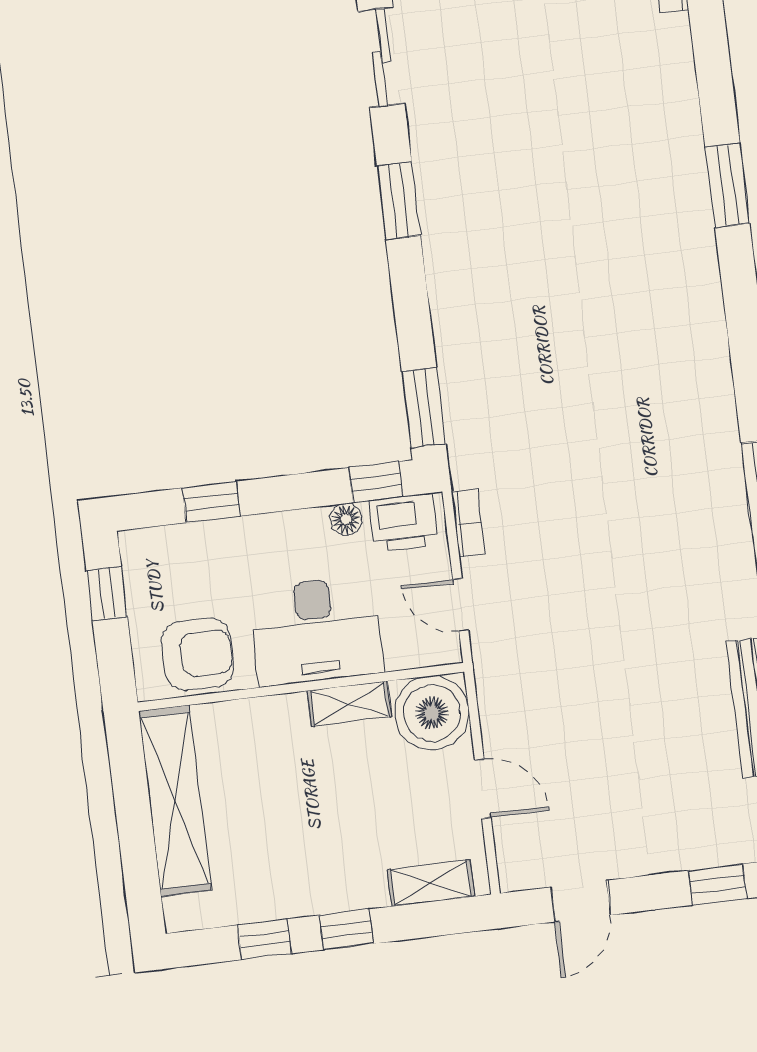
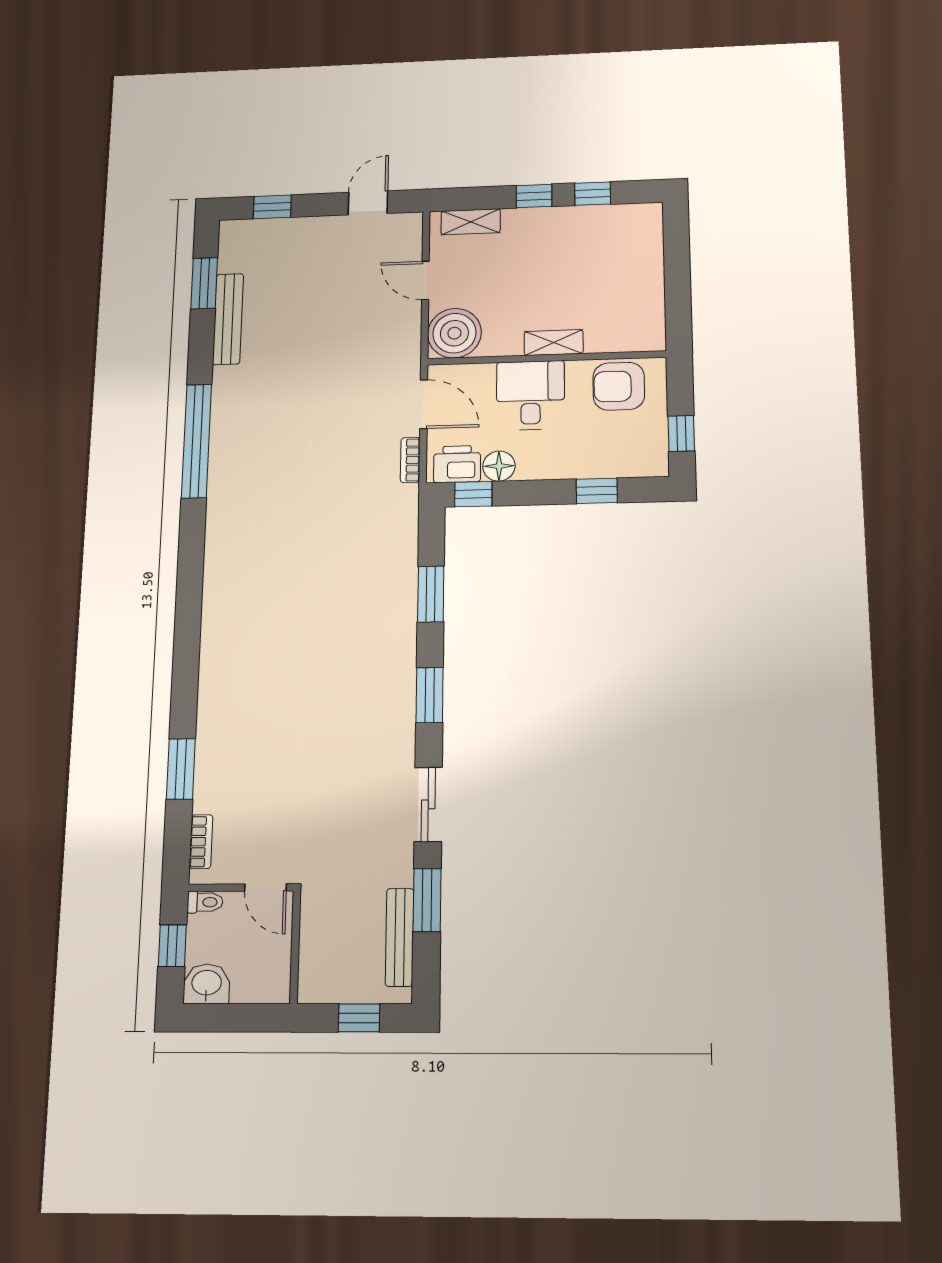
window: (727, 185) -> (181, 769), moved
window: (424, 407) -> (431, 594), moved
floor lamp: (346, 519) -> (499, 466), width x1.37, depth x1.37
door: (461, 605) -> (424, 404), width x1.38
desk: (316, 631) -> (530, 395), width x0.73
shelving: (349, 704) -> (554, 343), moved
shelving: (175, 801) -> (646, 289), removed

